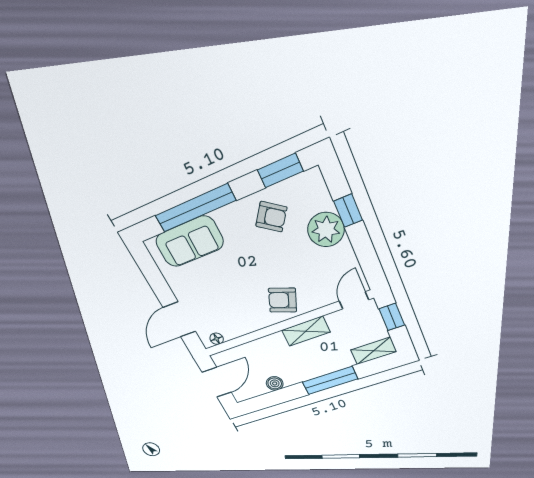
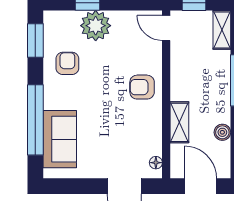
armchair: (271, 217) -> (67, 63), turned -36
armchair: (283, 300) -> (142, 87), turned 69
shelving: (306, 331) -> (179, 122), moved

